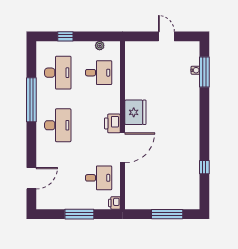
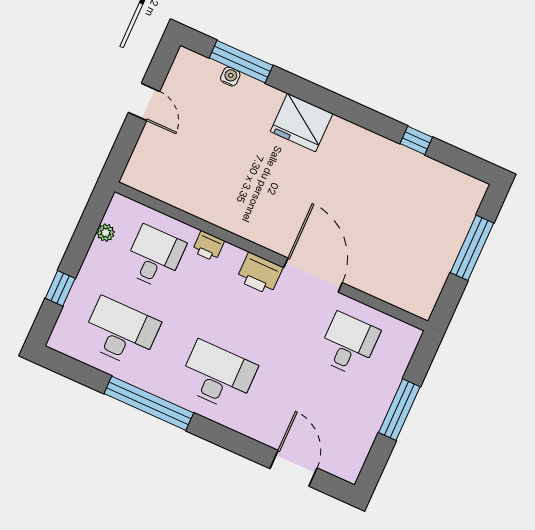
door: (166, 36) -> (144, 102), swing flipped
fridge: (135, 112) -> (302, 122), moved, turned 180
printer: (114, 203) -> (208, 246), moved

